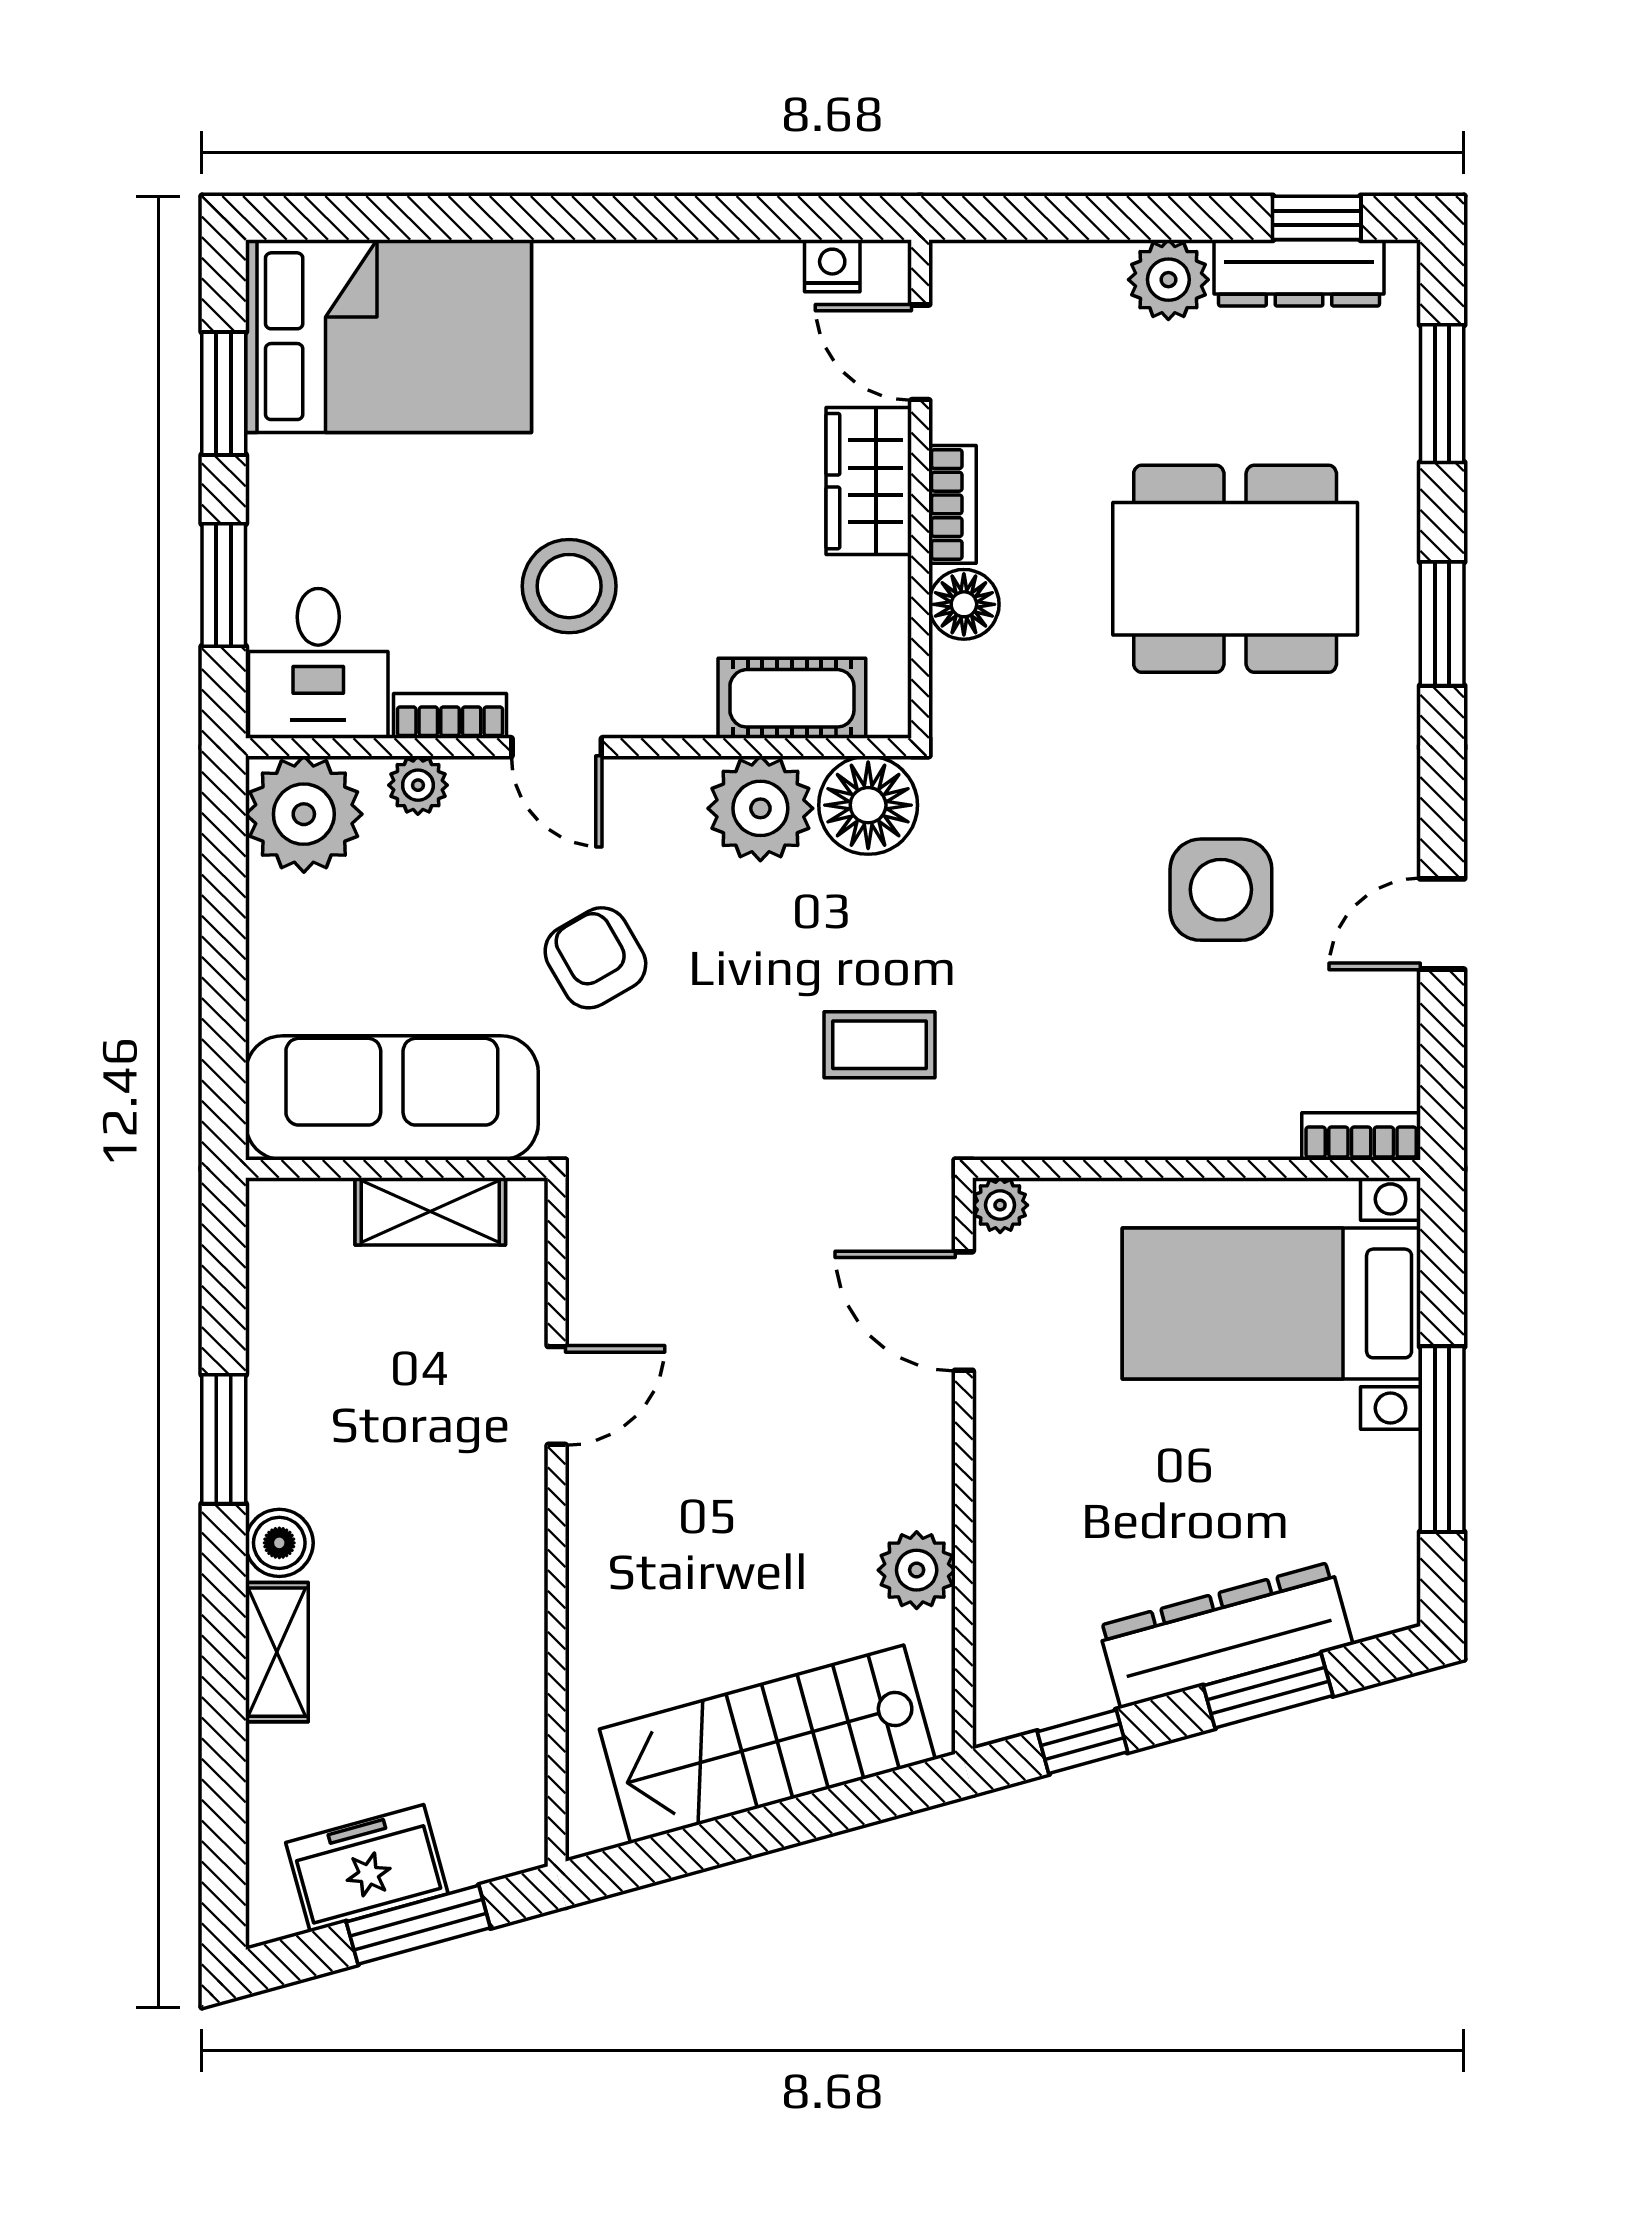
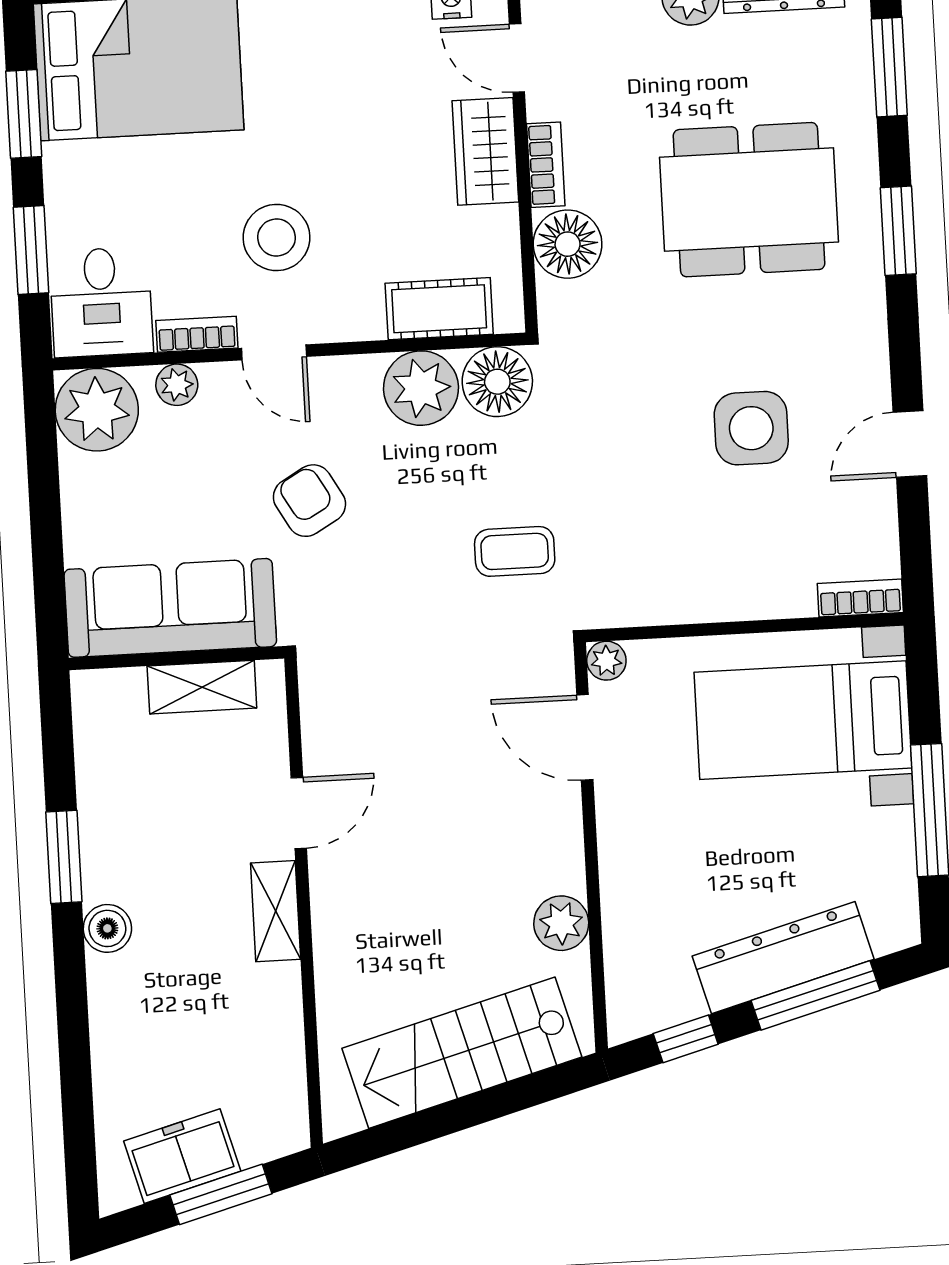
floor lamp: (964, 604) -> (568, 244), width x1.38, depth x1.38
shelving: (277, 1652) -> (276, 911), moved
window: (1268, 1691) -> (816, 995), width x1.44

